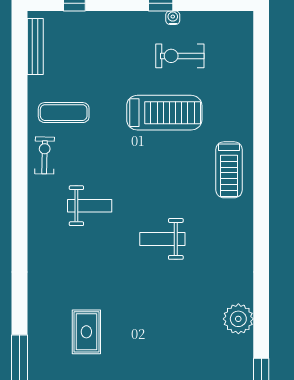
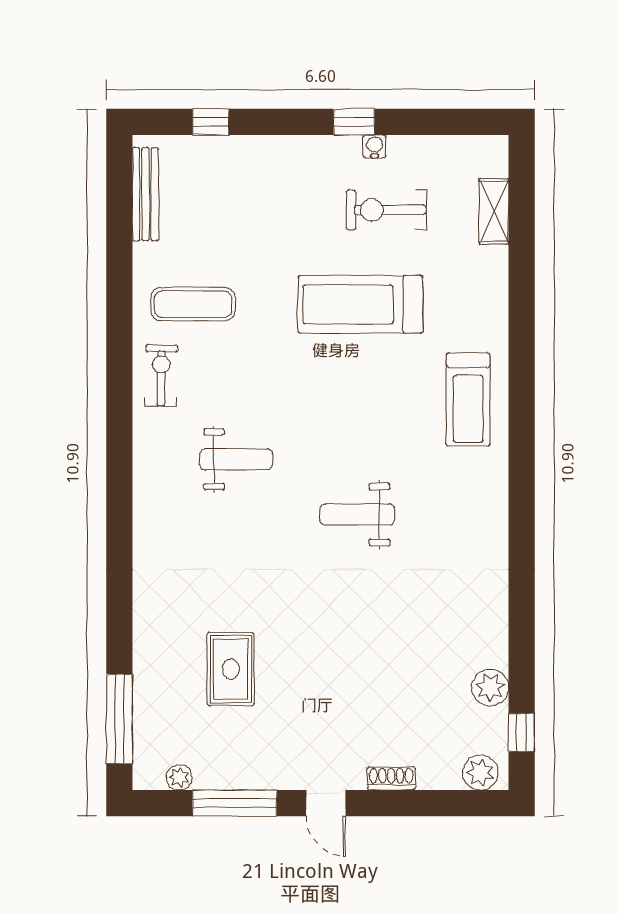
shelving: (245, 57) -> (494, 211), added
treadmill: (164, 113) -> (360, 304), turned 180
plant: (238, 319) -> (490, 688), moved, width x0.73, depth x0.73

